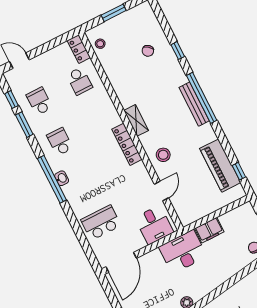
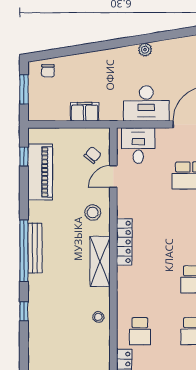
stool: (100, 44) -> (98, 317), moved
chair: (148, 51) -> (93, 155), moved
school desk: (79, 81) -> (140, 331), turned 180
shelving: (136, 120) -> (100, 262), width x1.50, depth x1.33
desk: (183, 252) -> (146, 103), moved

